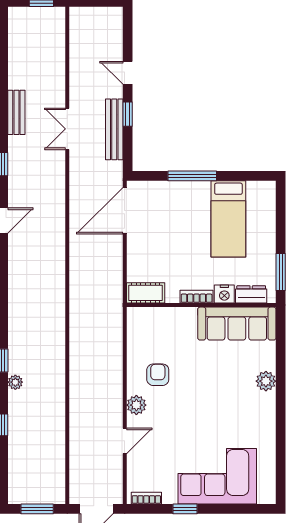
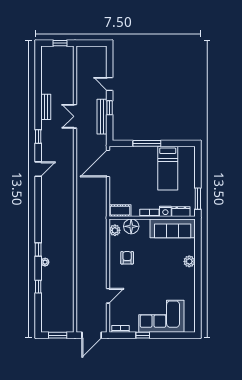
floor lamp: (165, 320) -> (131, 226), added
plant: (136, 405) -> (115, 230), moved

